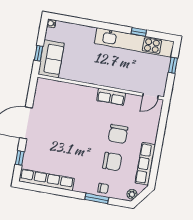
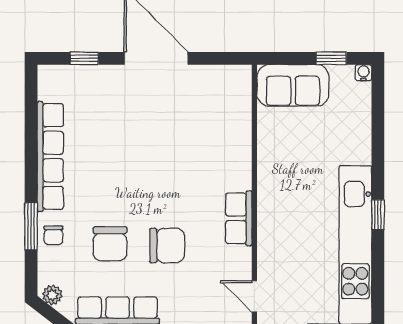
window: (139, 32) -> (378, 215), moved
window: (39, 53) -> (331, 58), moved
chair: (118, 134) -> (167, 246), turned 180
row of seats: (47, 180) -> (50, 157), moved

